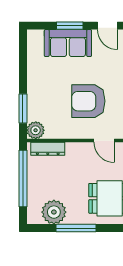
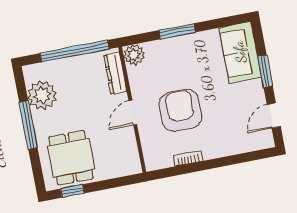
sofa: (68, 43) -> (240, 52), moved
window: (23, 109) -> (177, 31), moved
door: (104, 141) -> (133, 113), moved

